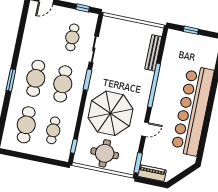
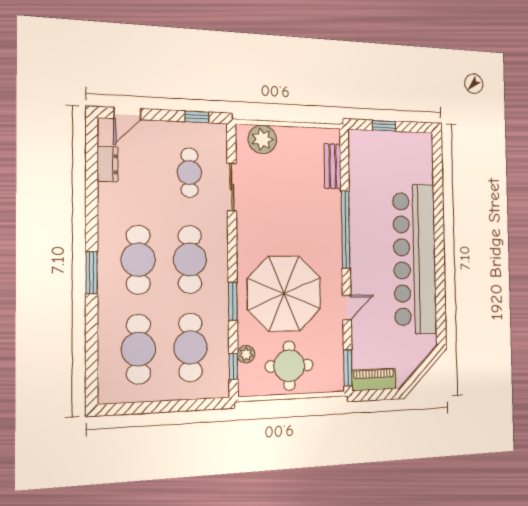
dresser: (31, 25) -> (108, 164), added
plant: (117, 26) -> (262, 139), added
bench: (153, 53) -> (333, 166), width x0.73
window: (87, 80) -> (233, 301), moved
cafe table: (53, 130) -> (190, 347), width x1.37, depth x1.35
plant: (82, 141) -> (246, 354), added

